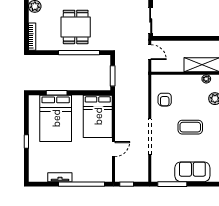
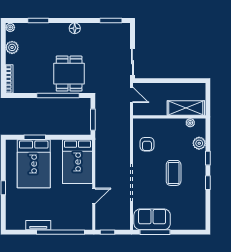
dining table: (76, 27) -> (69, 74), moved
coffee table: (190, 127) -> (174, 173), turned 90
sofa: (192, 172) -> (152, 219), moved

